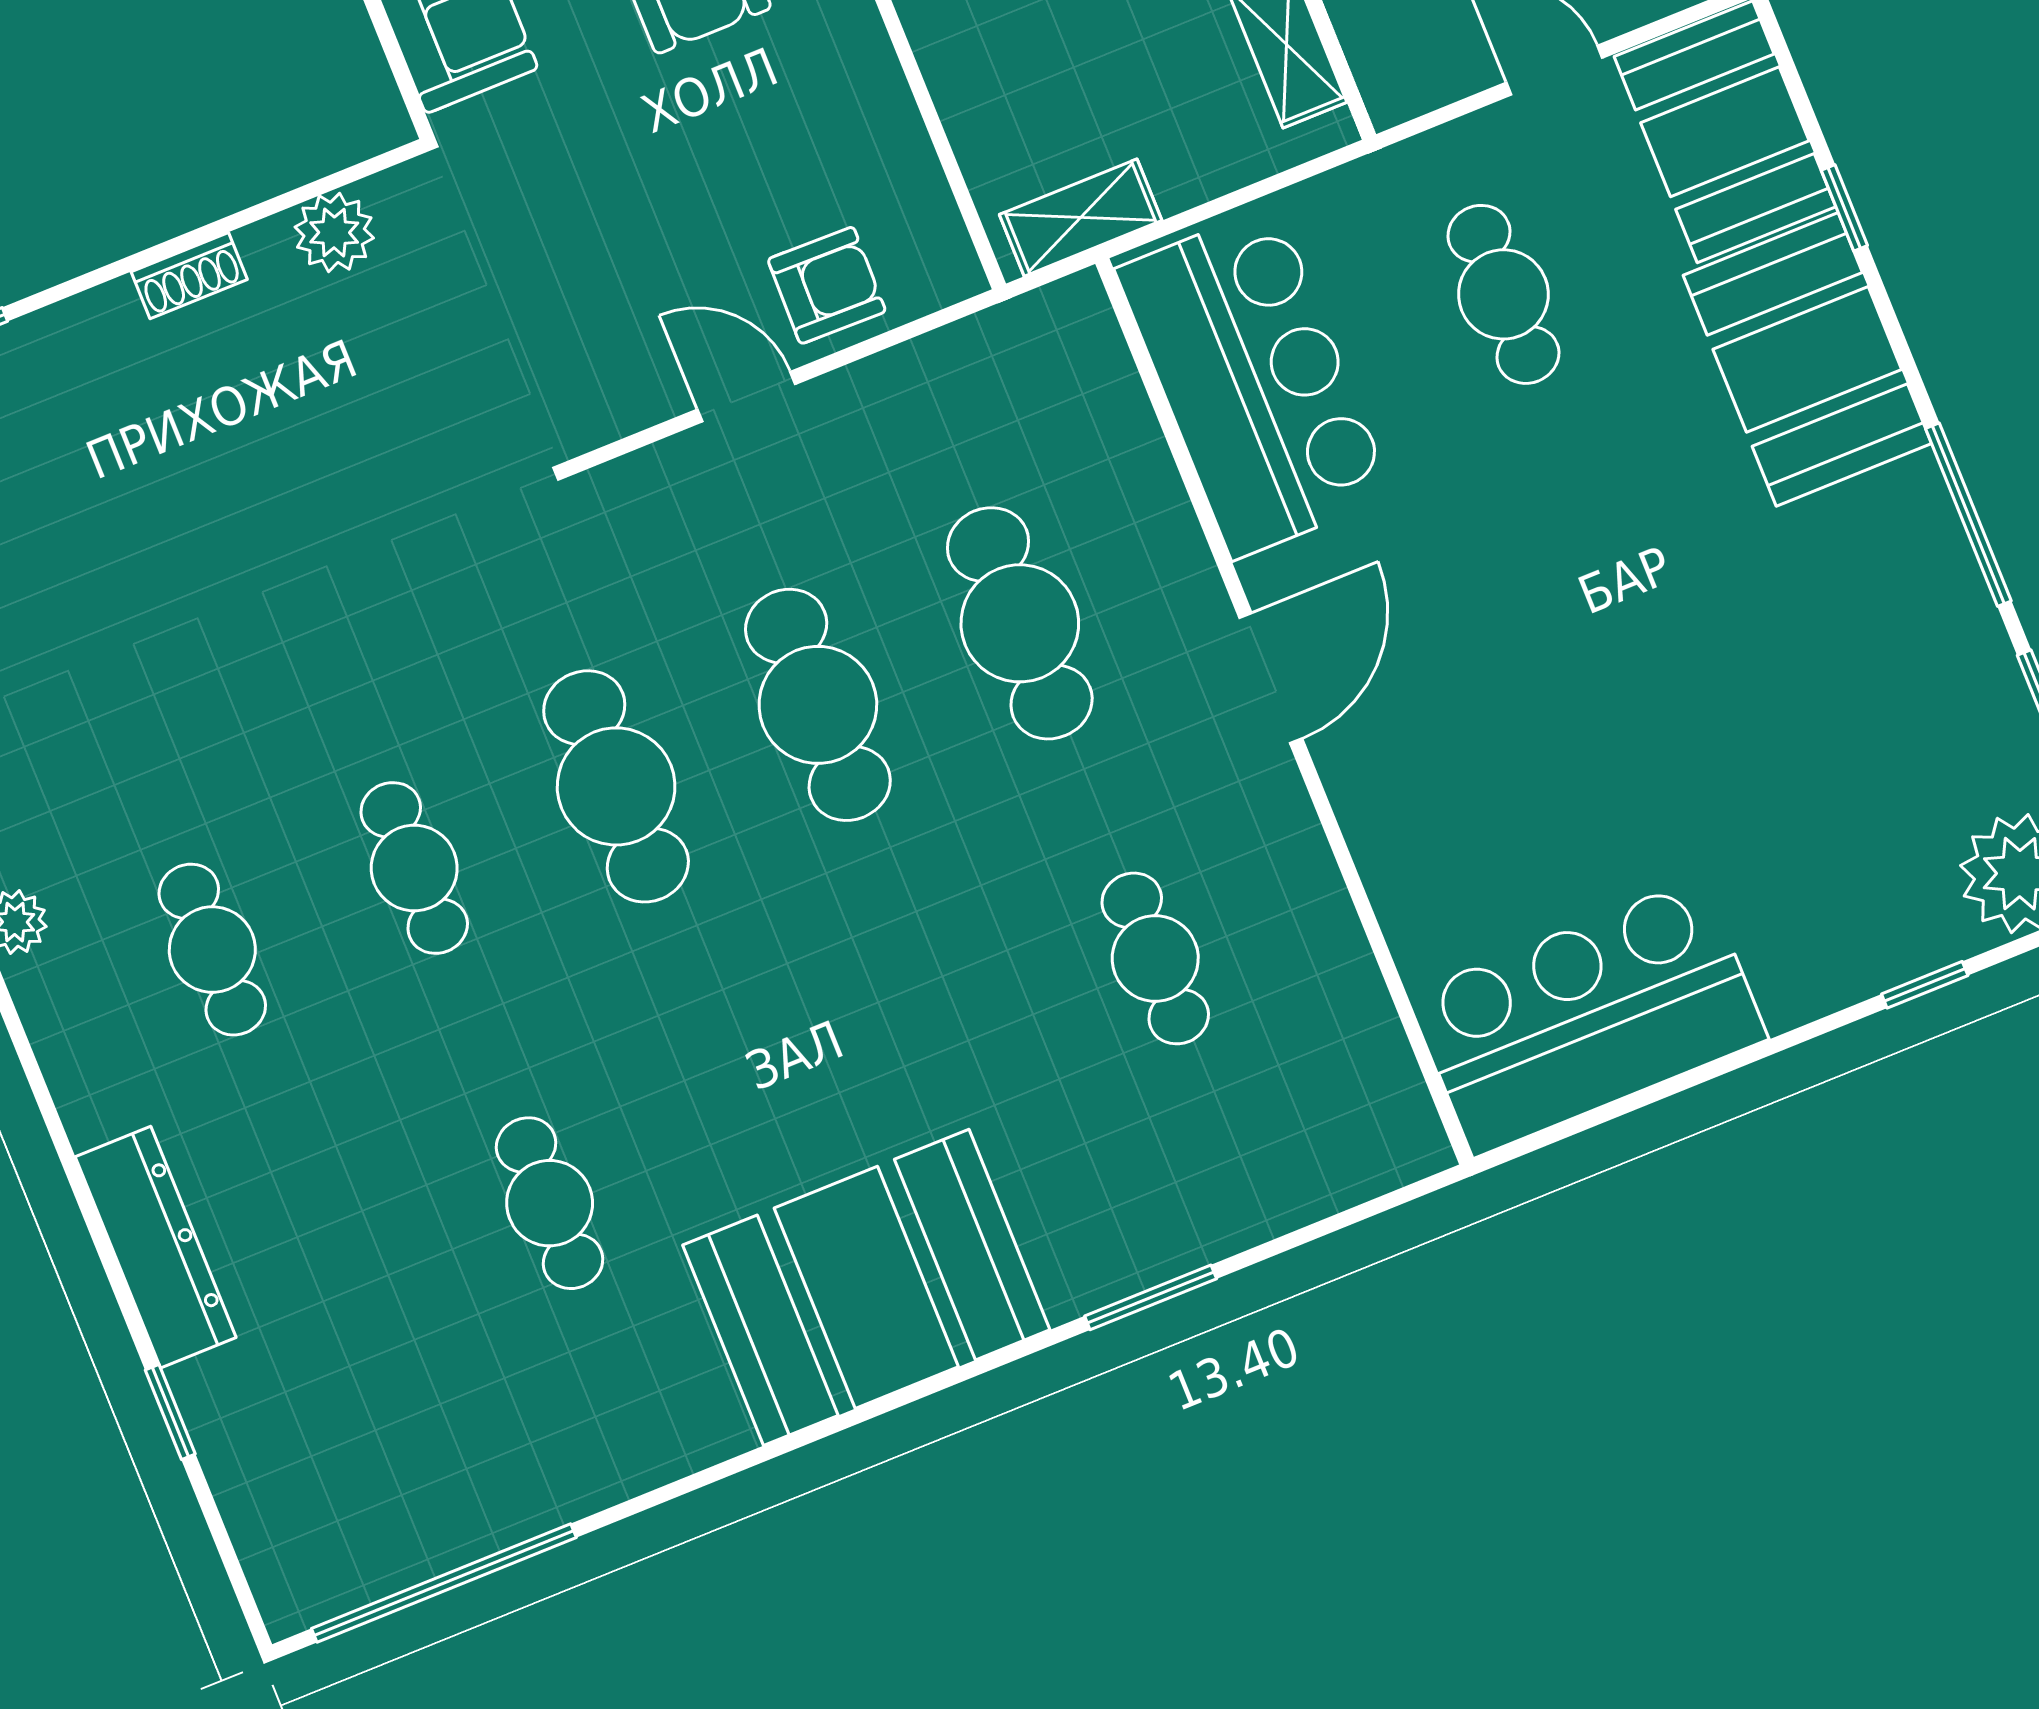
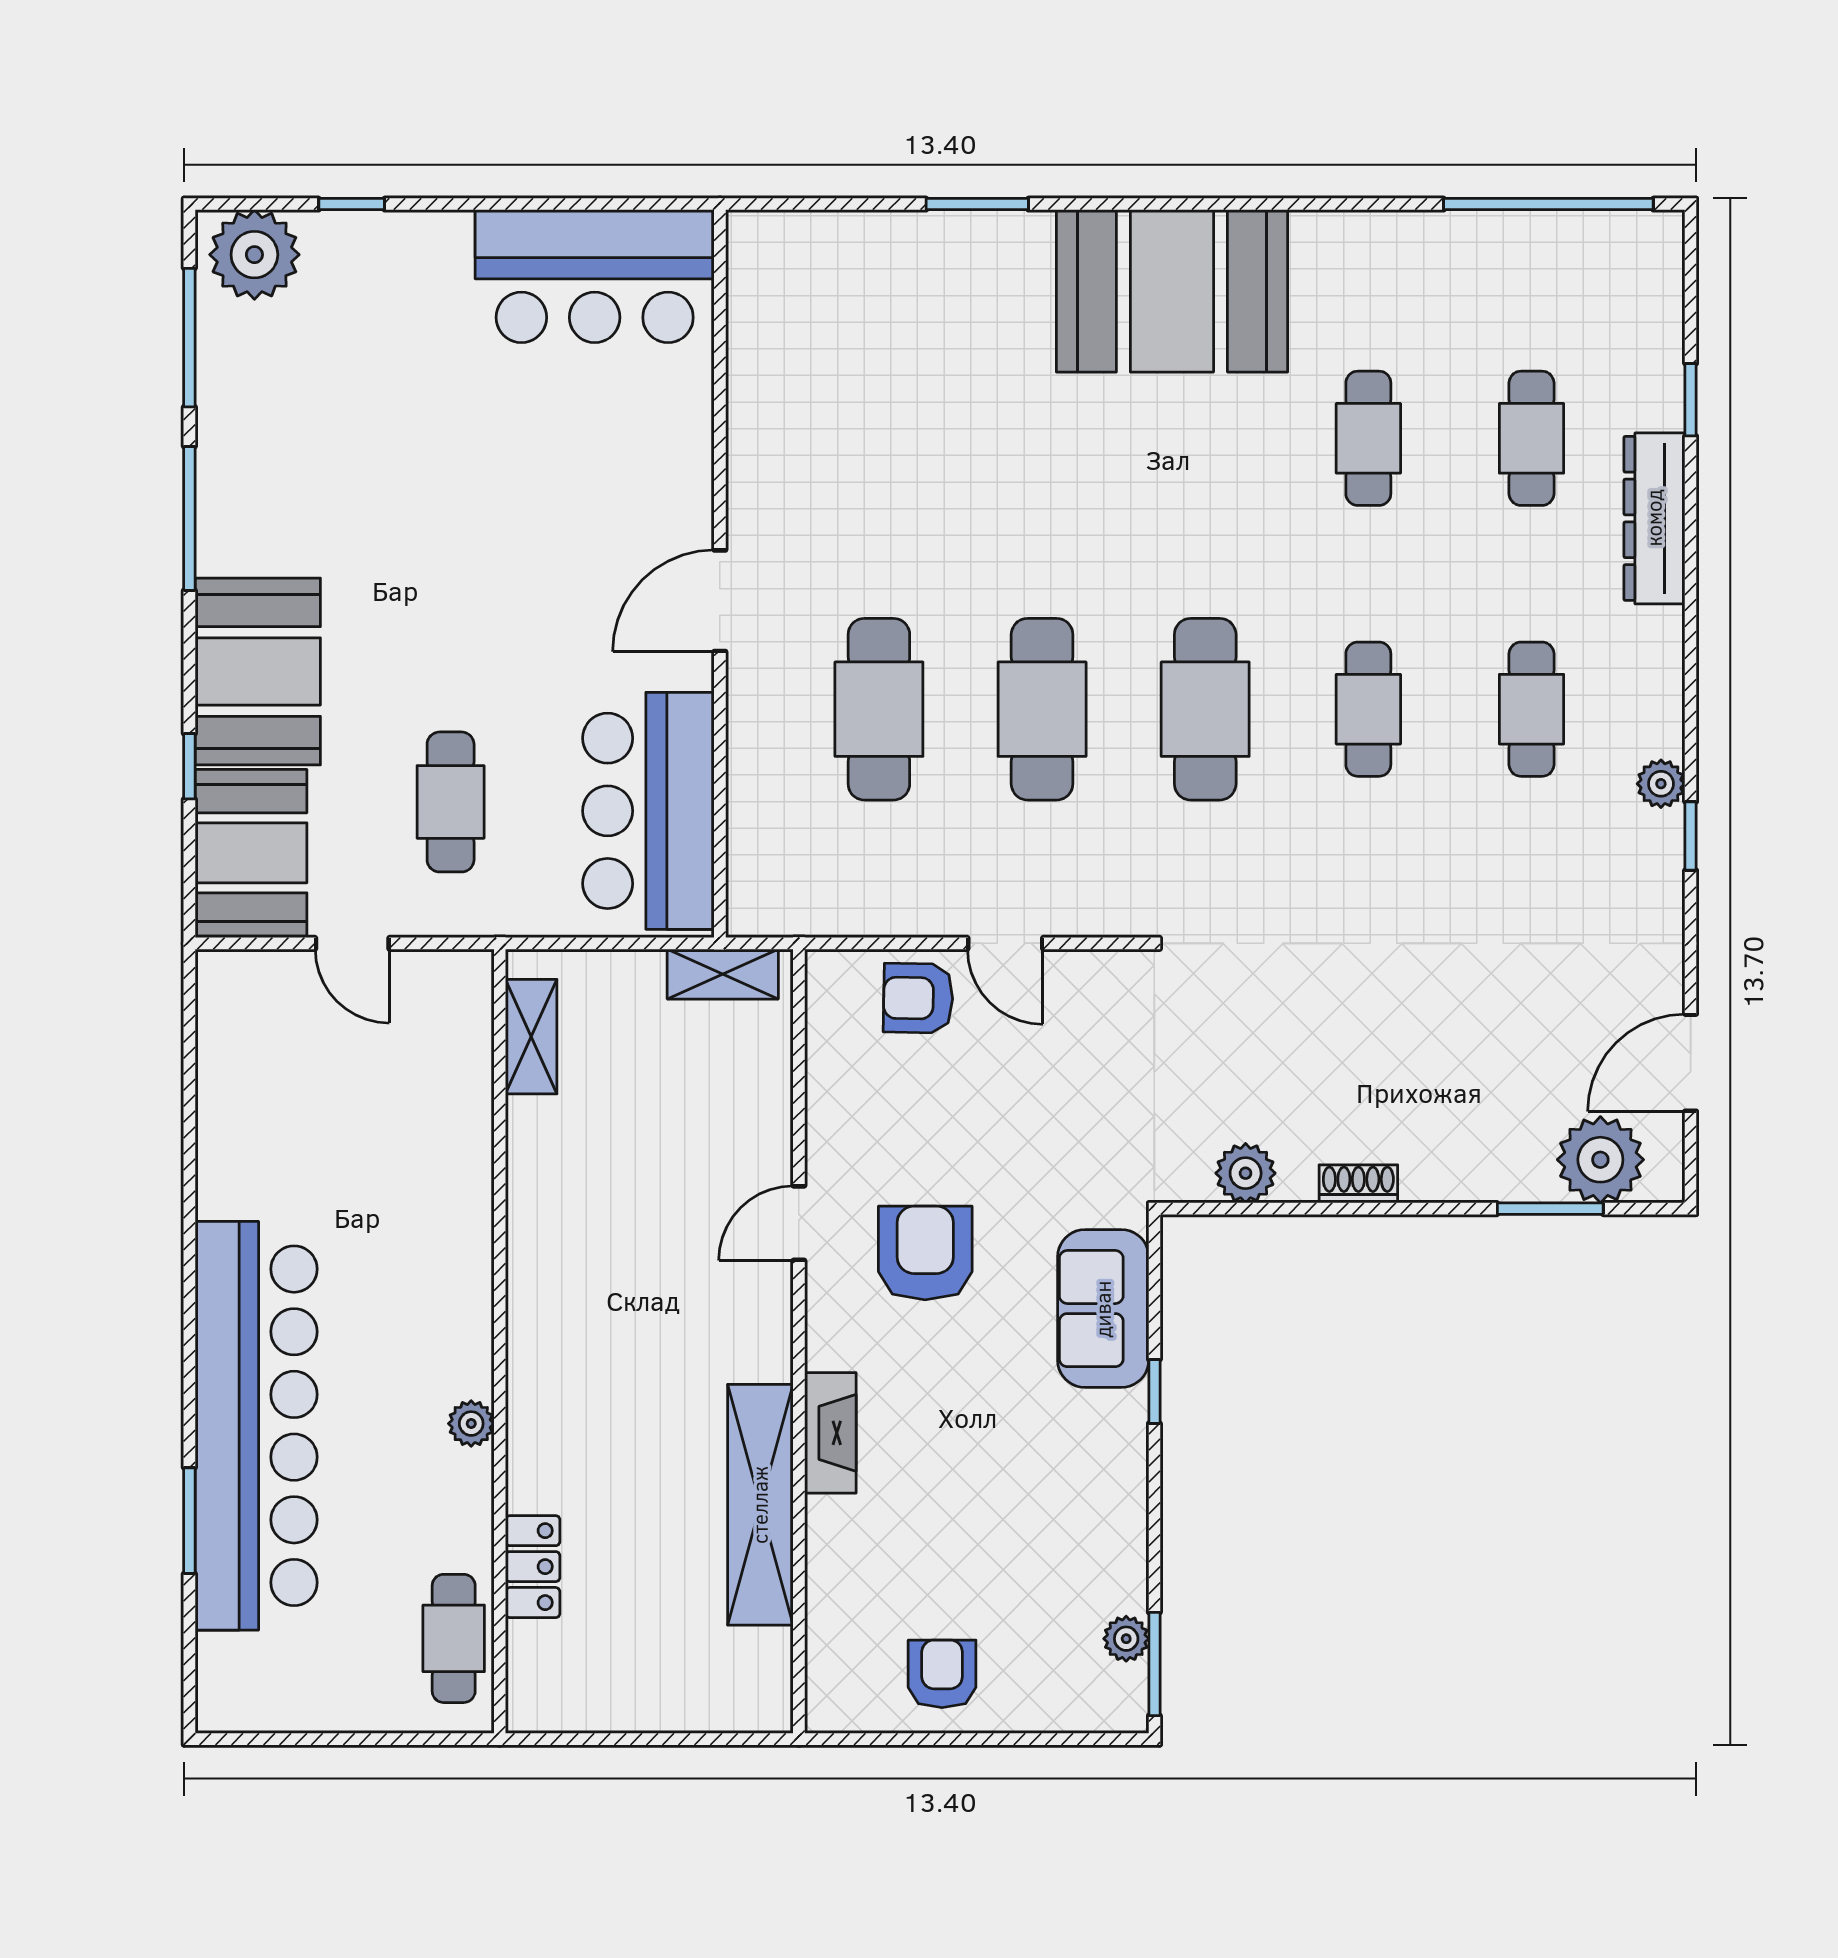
cafe table: (1155, 958) -> (1531, 438), moved

